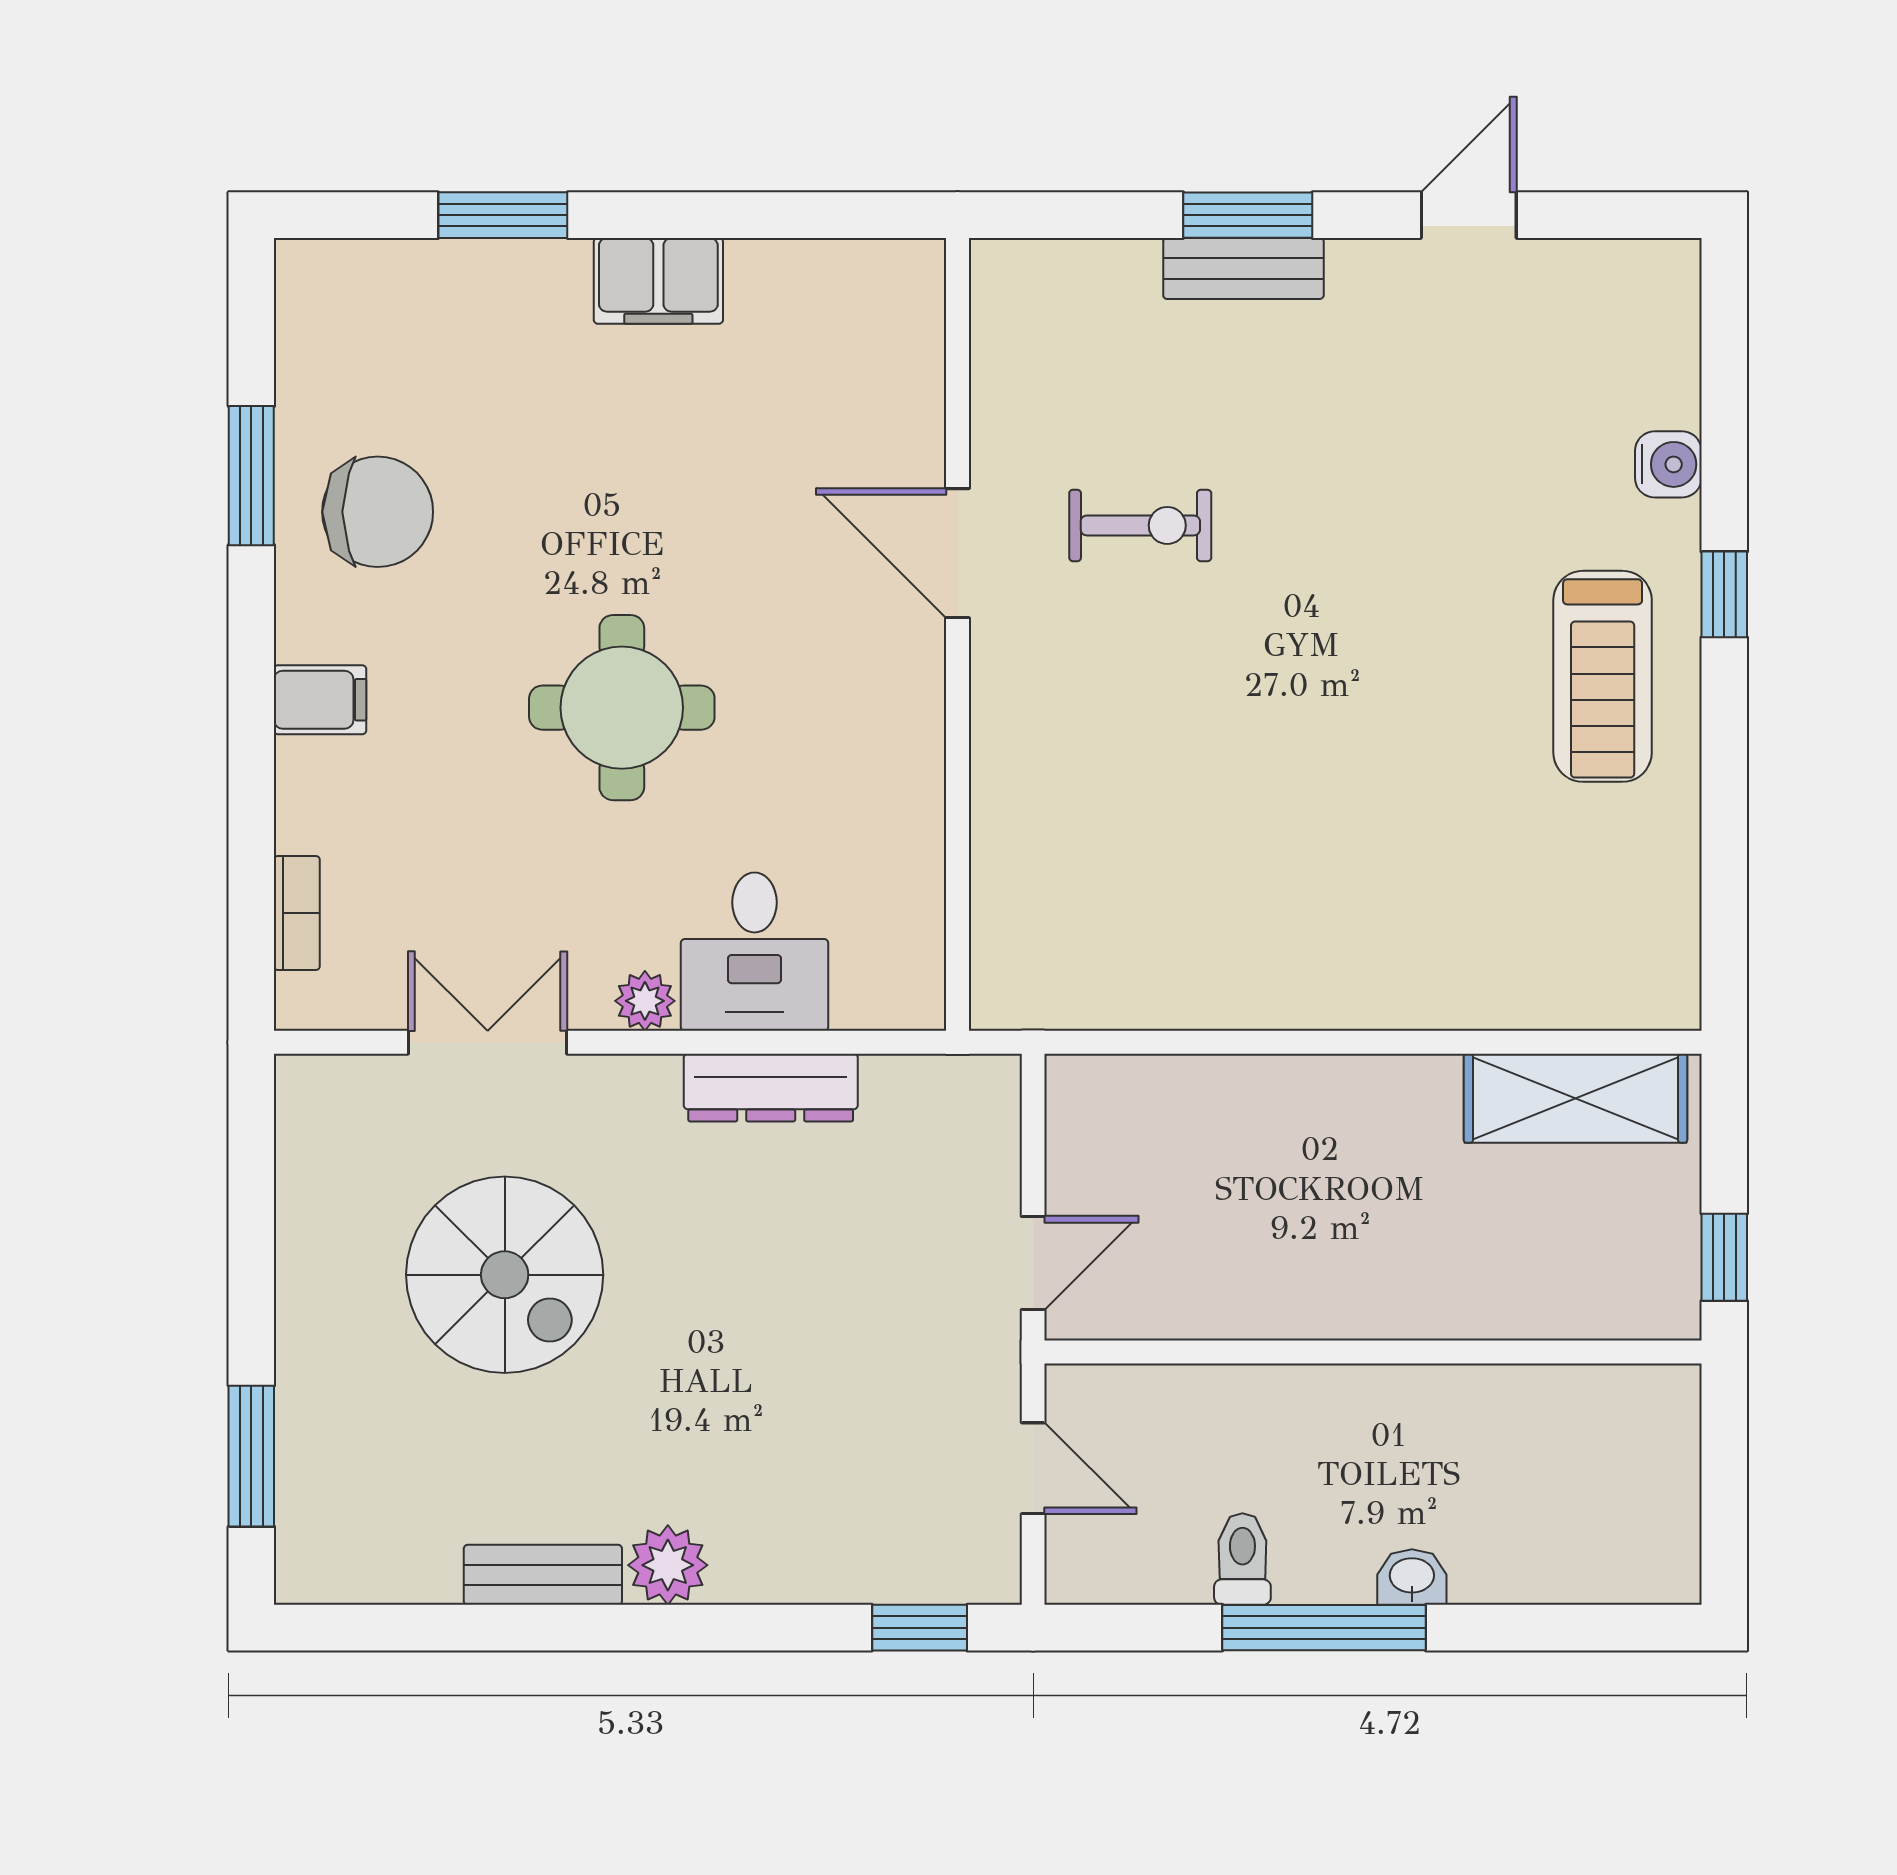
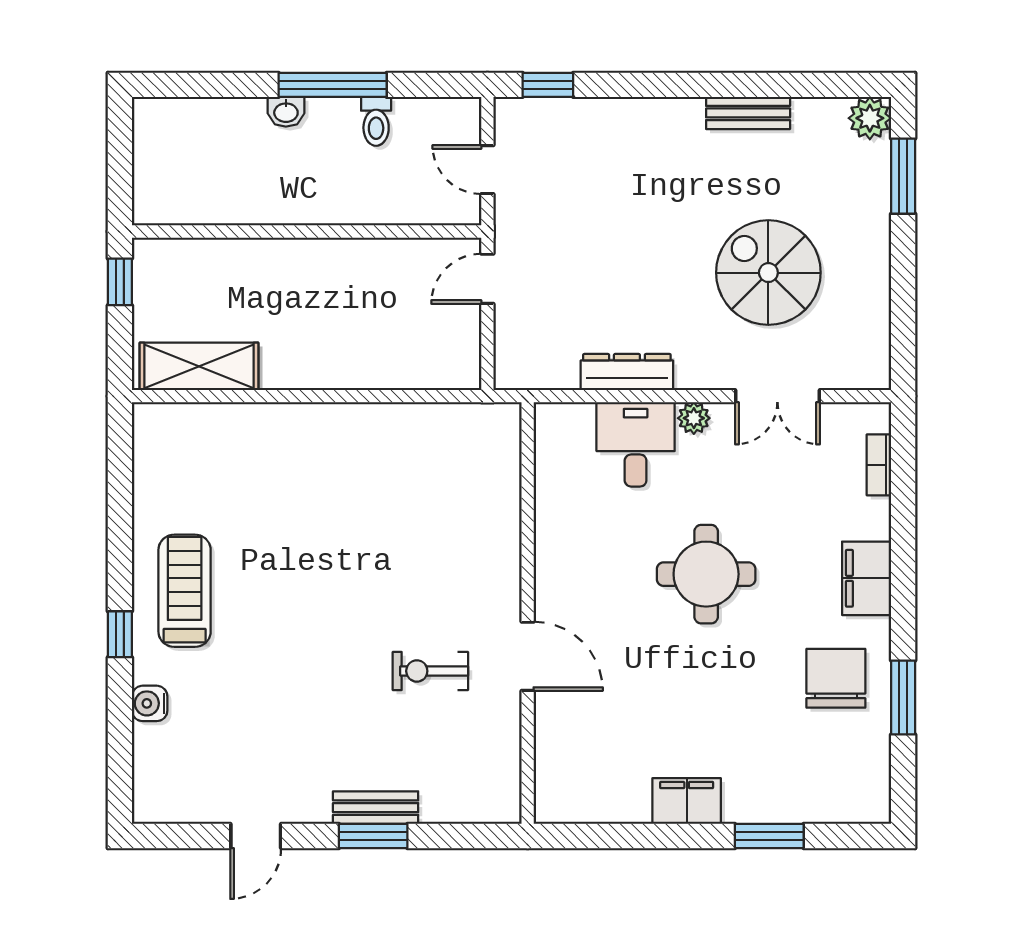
chair: (378, 512) -> (836, 678), turned 90
filing cabinet: (320, 700) -> (867, 578), width x2.00
plant: (668, 1565) -> (870, 118), moved

